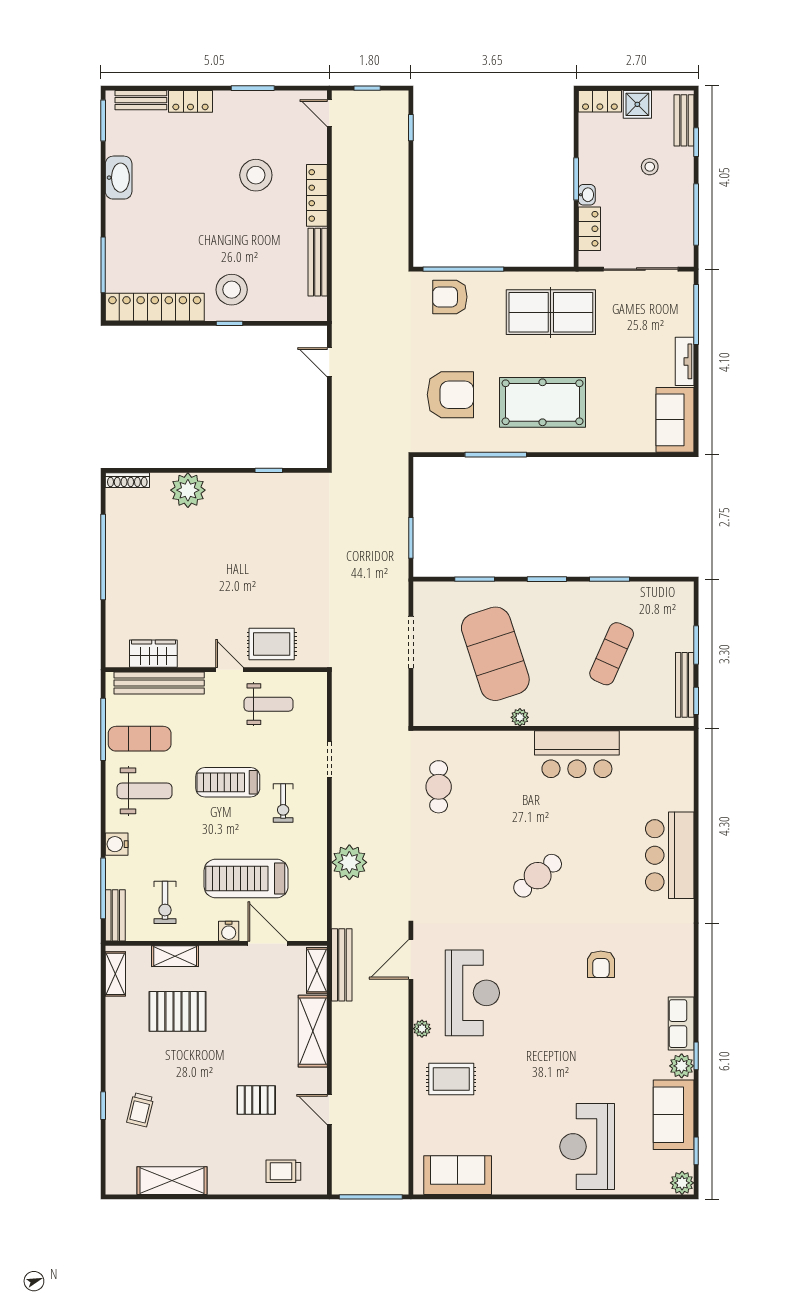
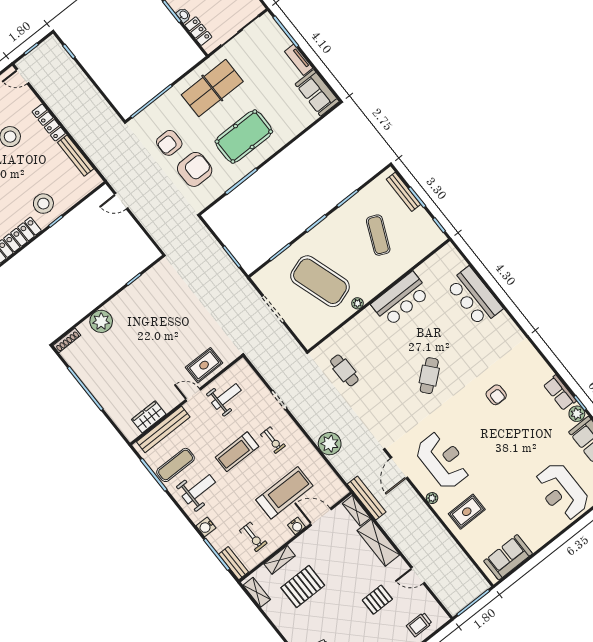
armchair: (450, 297) -> (169, 143), moved
bench: (685, 685) -> (404, 192), moved
bar counter: (670, 855) -> (474, 297), moved
treadmill: (246, 878) -> (284, 493), turned 180

